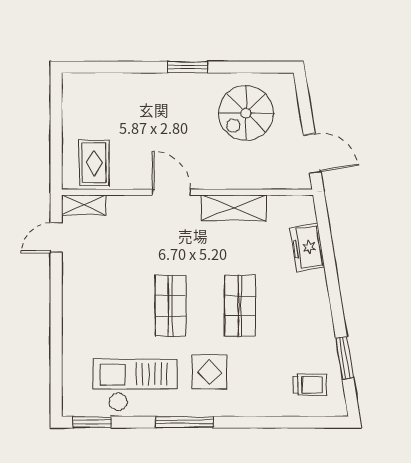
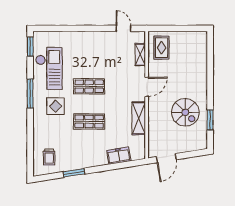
window: (188, 67) -> (210, 120), moved
spiral stairs: (246, 113) -> (185, 112), moved, turned 180
rug: (94, 163) -> (162, 48), turned 90
shelving: (84, 205) -> (140, 55), moved
window: (345, 358) -> (74, 173), moved

